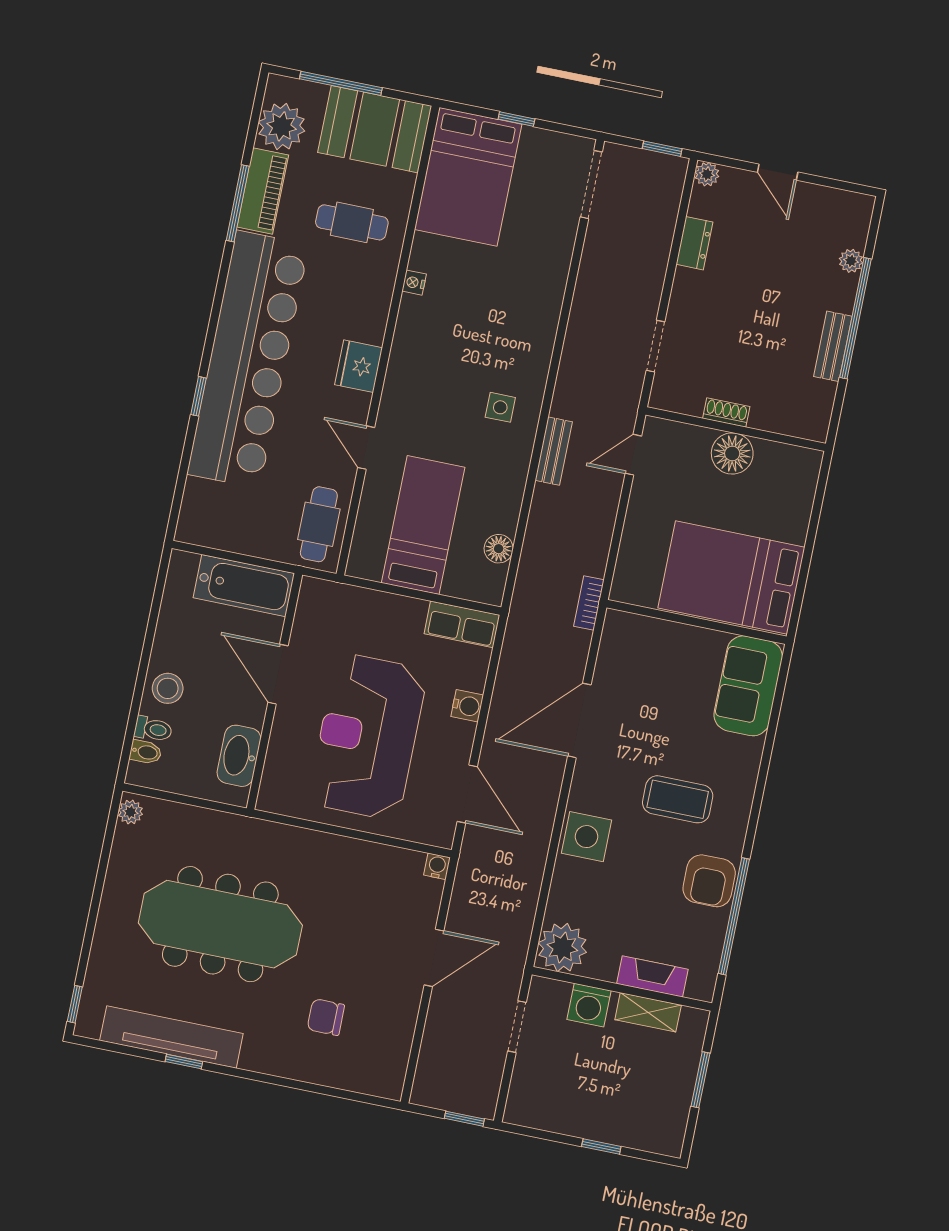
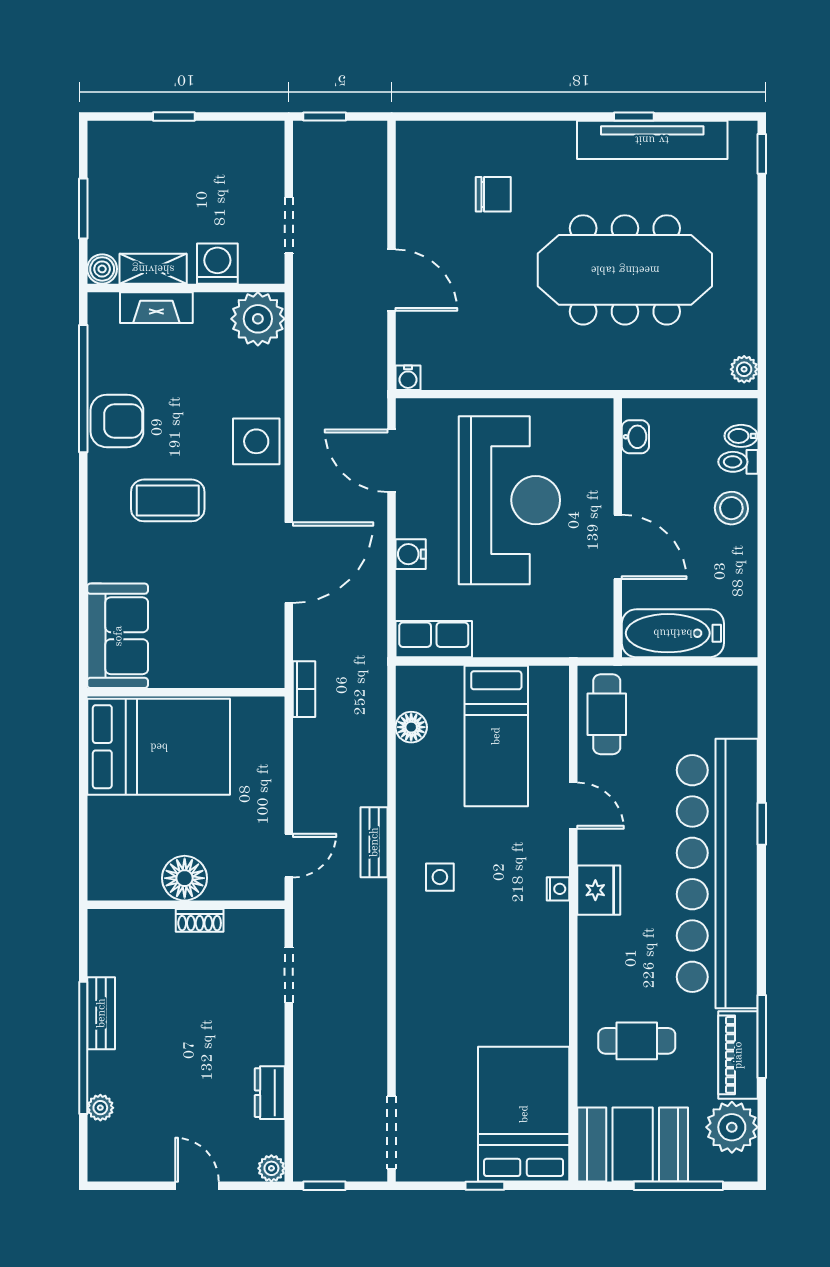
nightstand: (414, 283) -> (558, 889), moved
washbasin: (239, 756) -> (635, 437), width x0.52, depth x0.69
armchair: (709, 881) -> (117, 421), turned 90
door: (434, 958) -> (392, 280), swing flipped
boiler: (695, 1021) -> (102, 269), added

